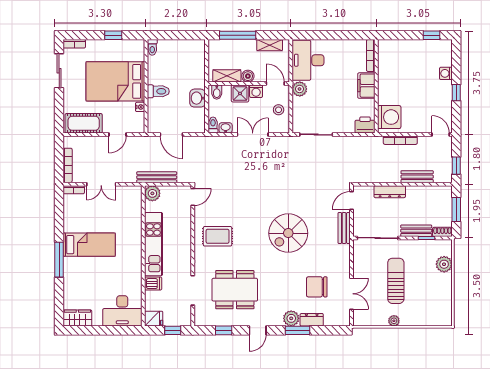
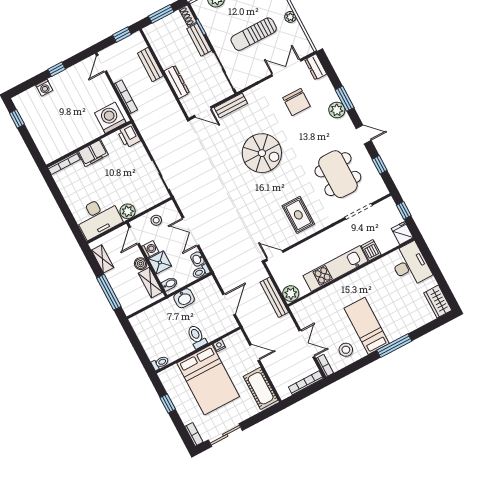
stool: (78, 215) -> (346, 350), added
dresser: (312, 320) -> (316, 67), moved

